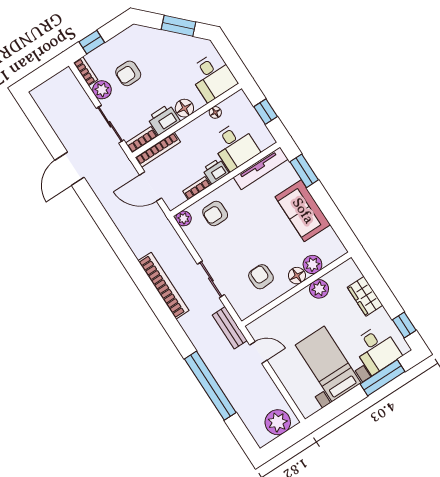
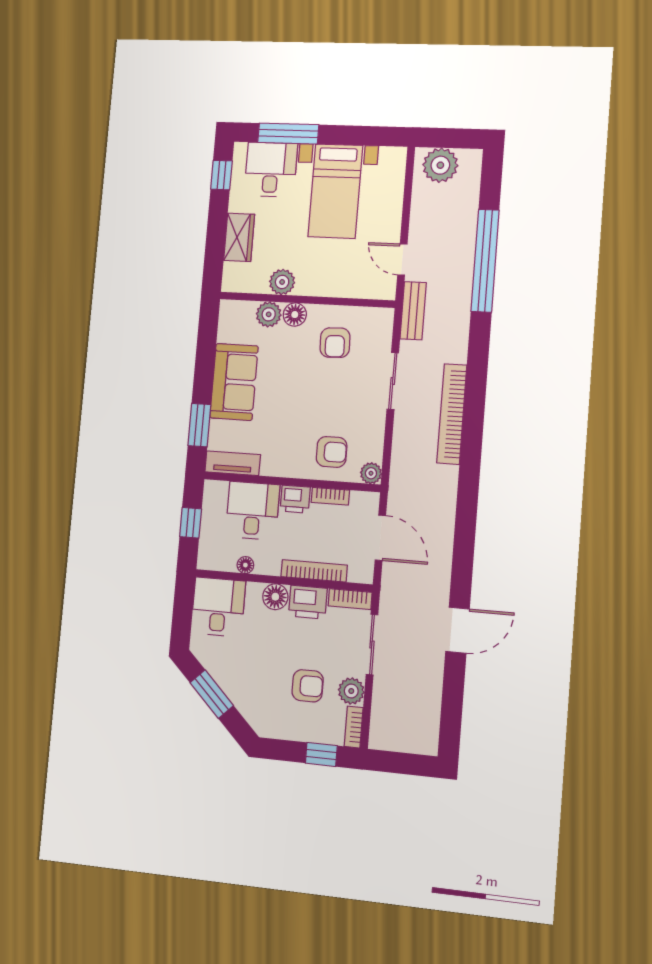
bookcase: (158, 150) -> (314, 571), moved
tv unit: (261, 168) -> (233, 463), width x0.71

